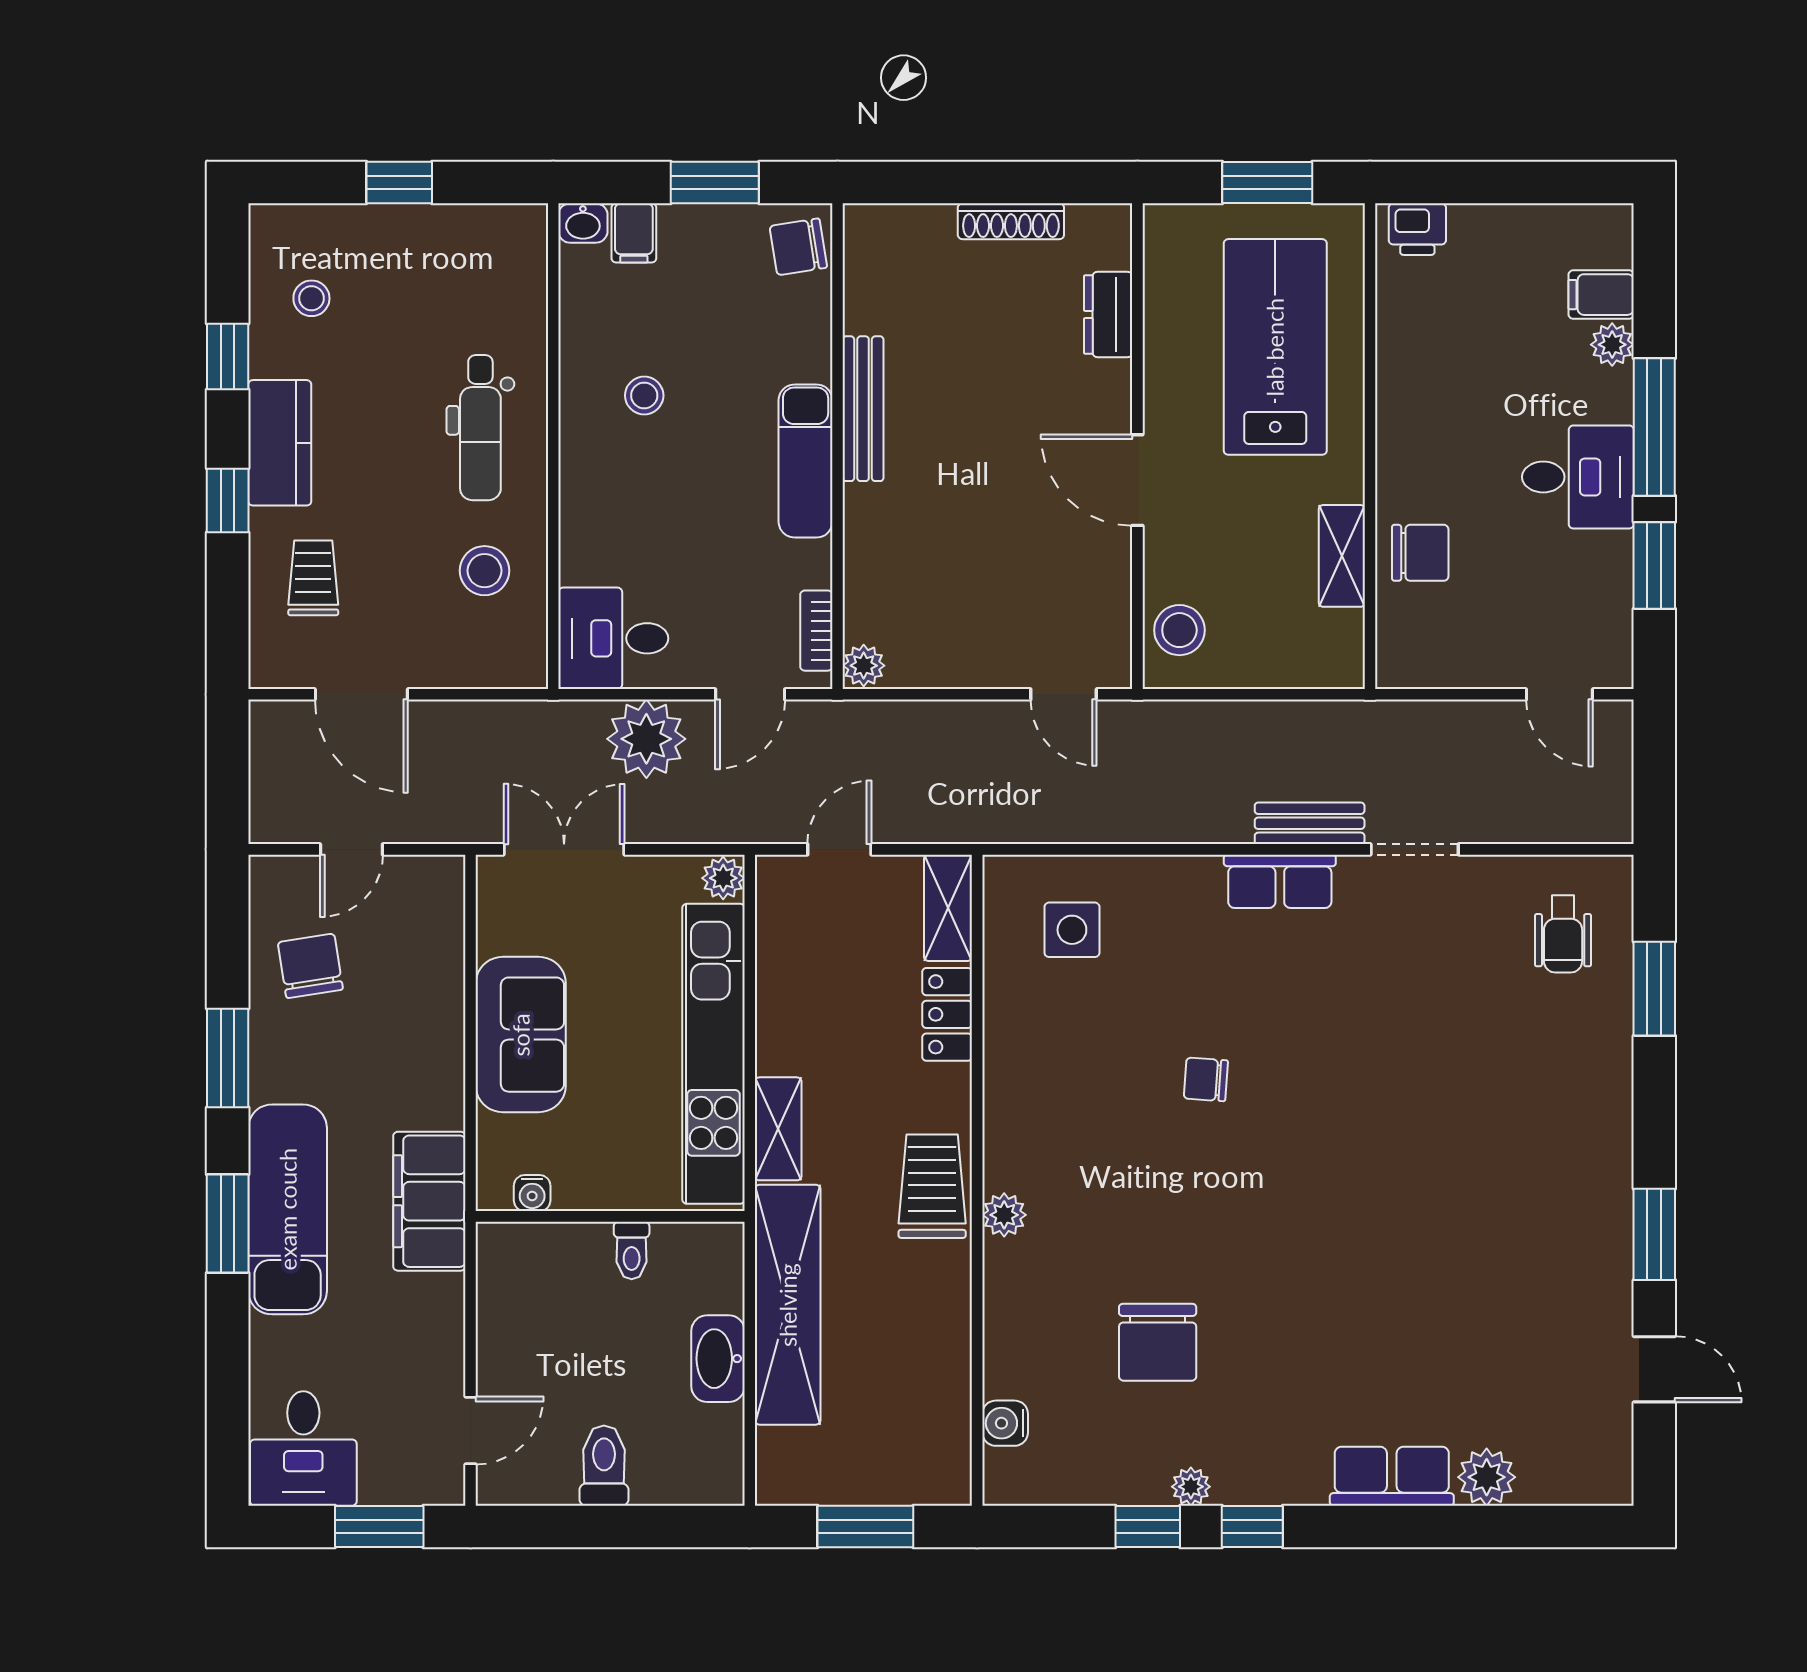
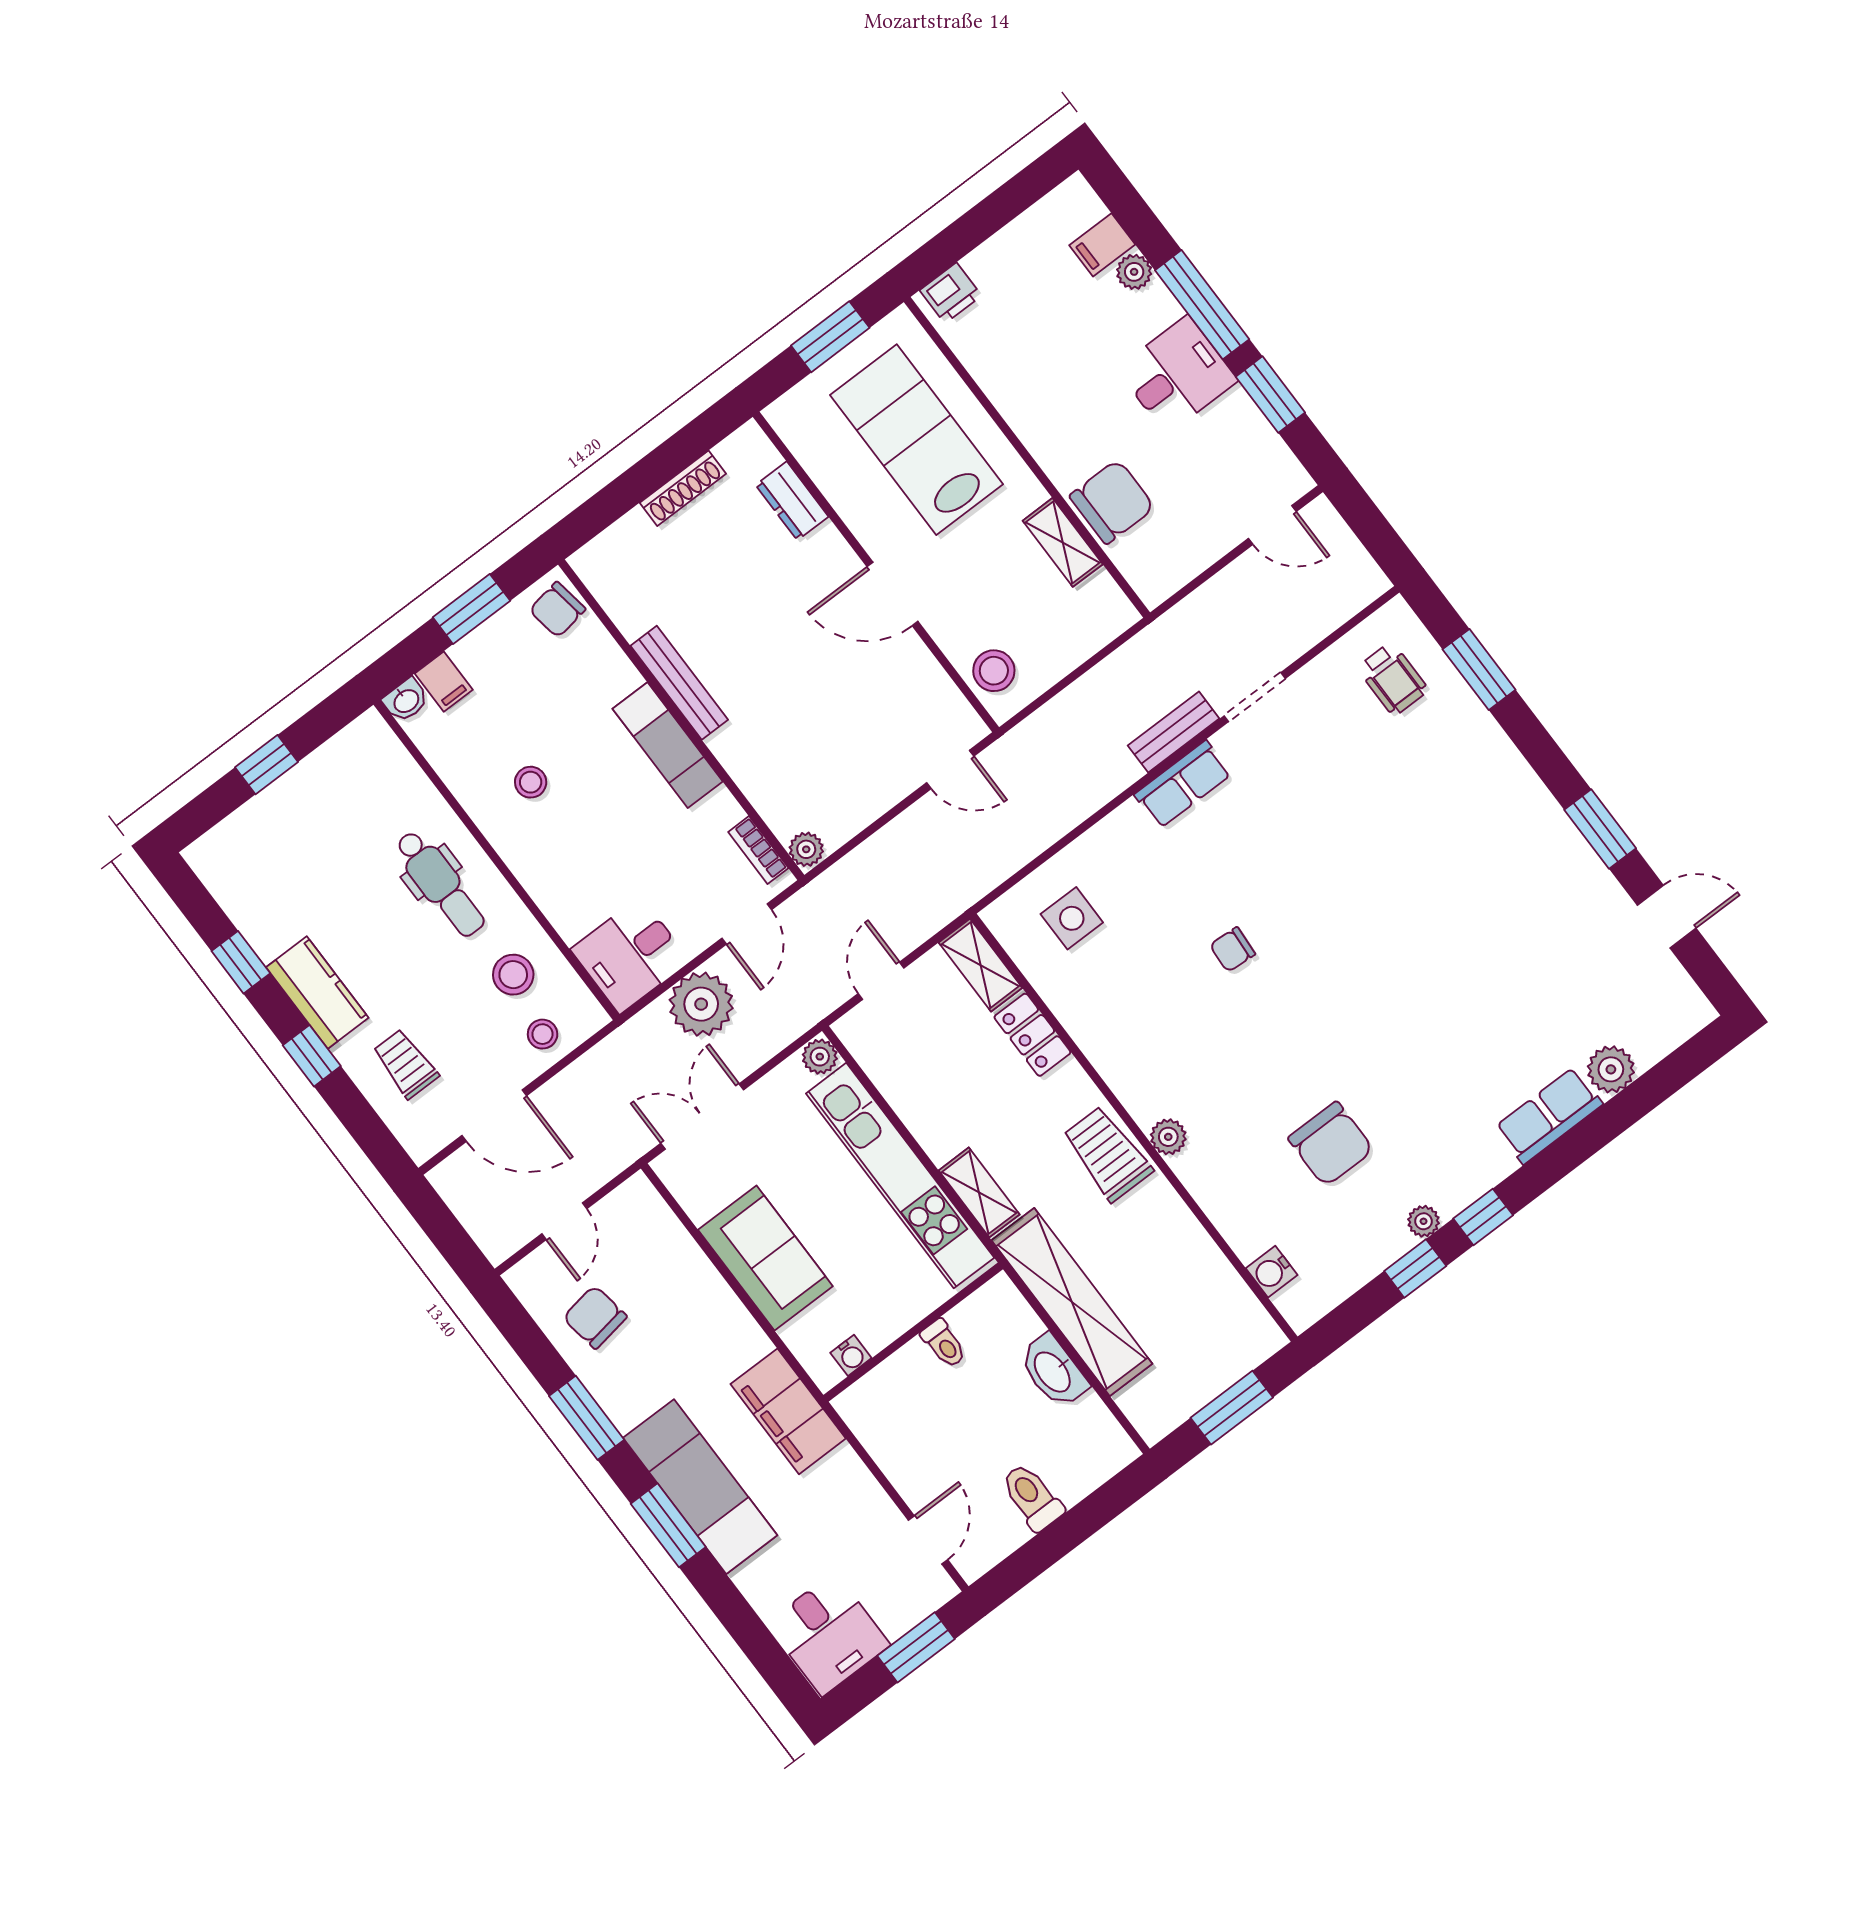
stool: (311, 298) -> (543, 1034), moved
chair: (1420, 553) -> (1112, 502), width x1.37, depth x1.37

